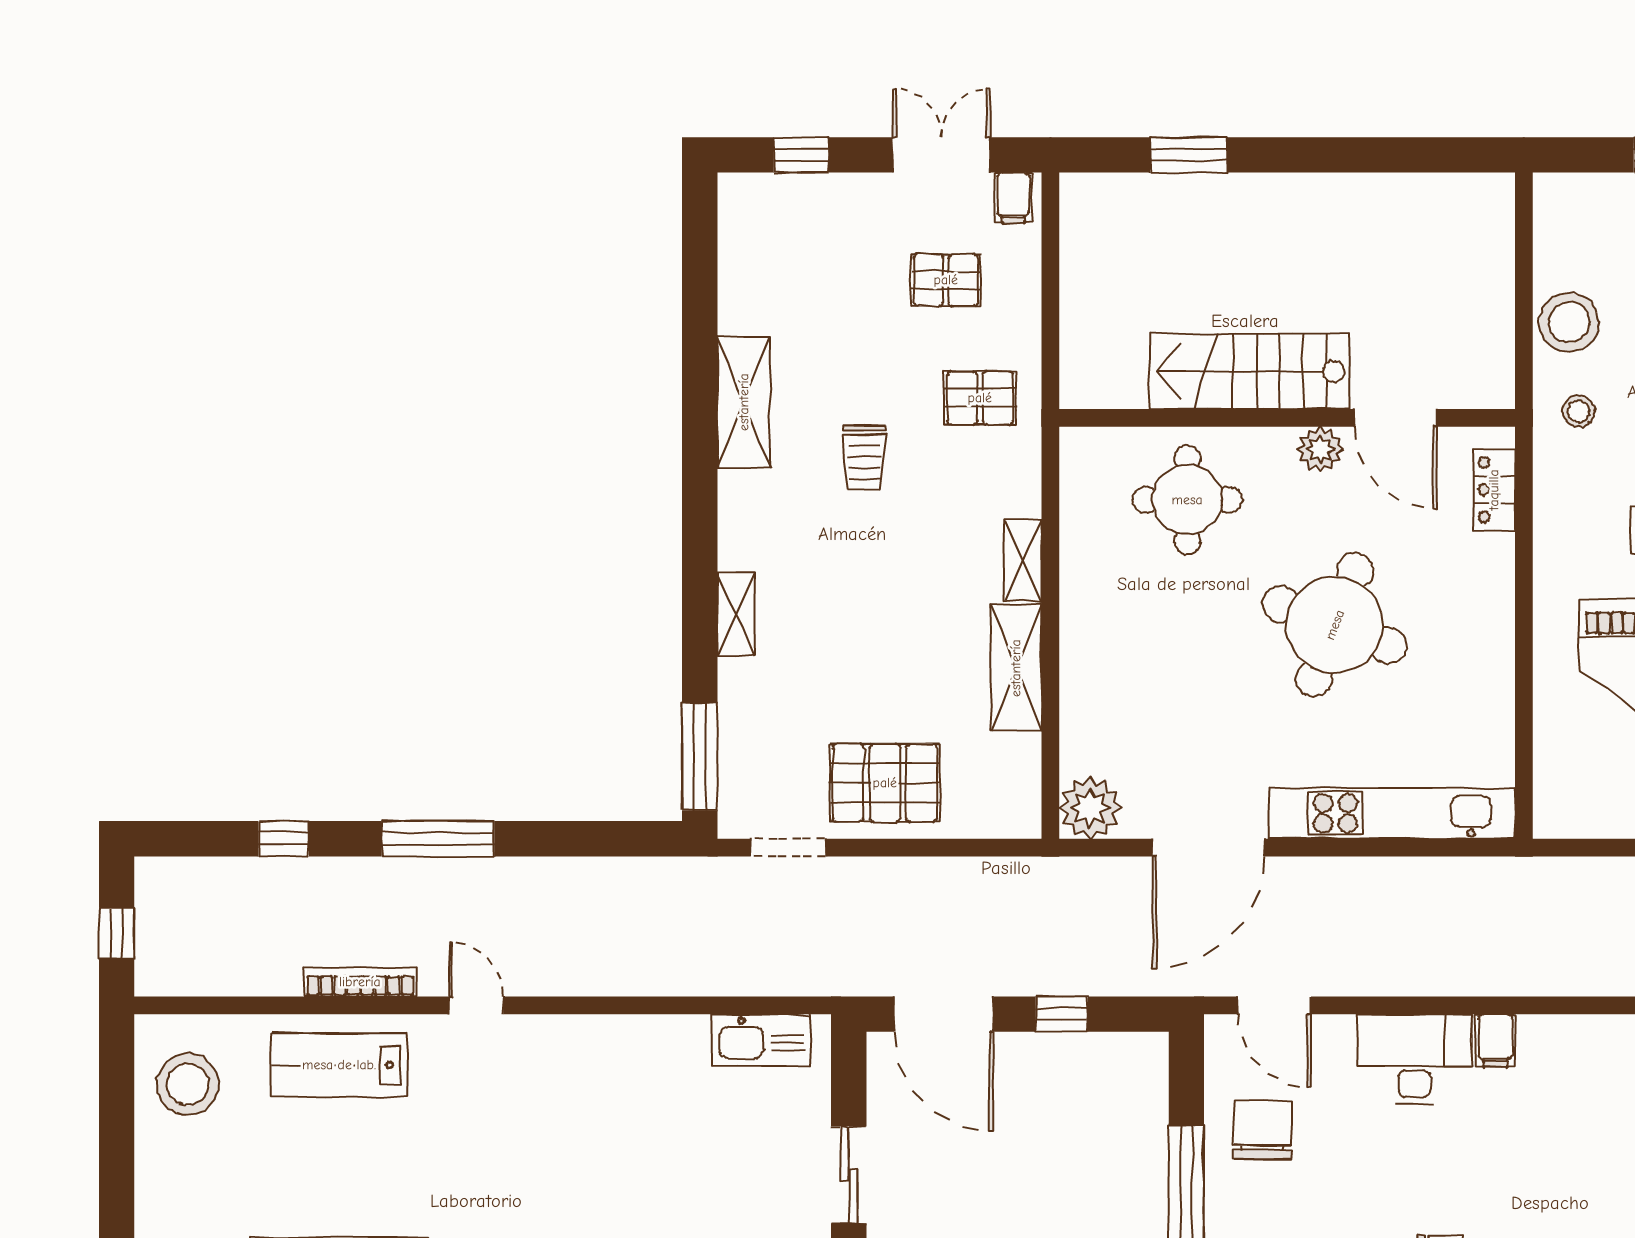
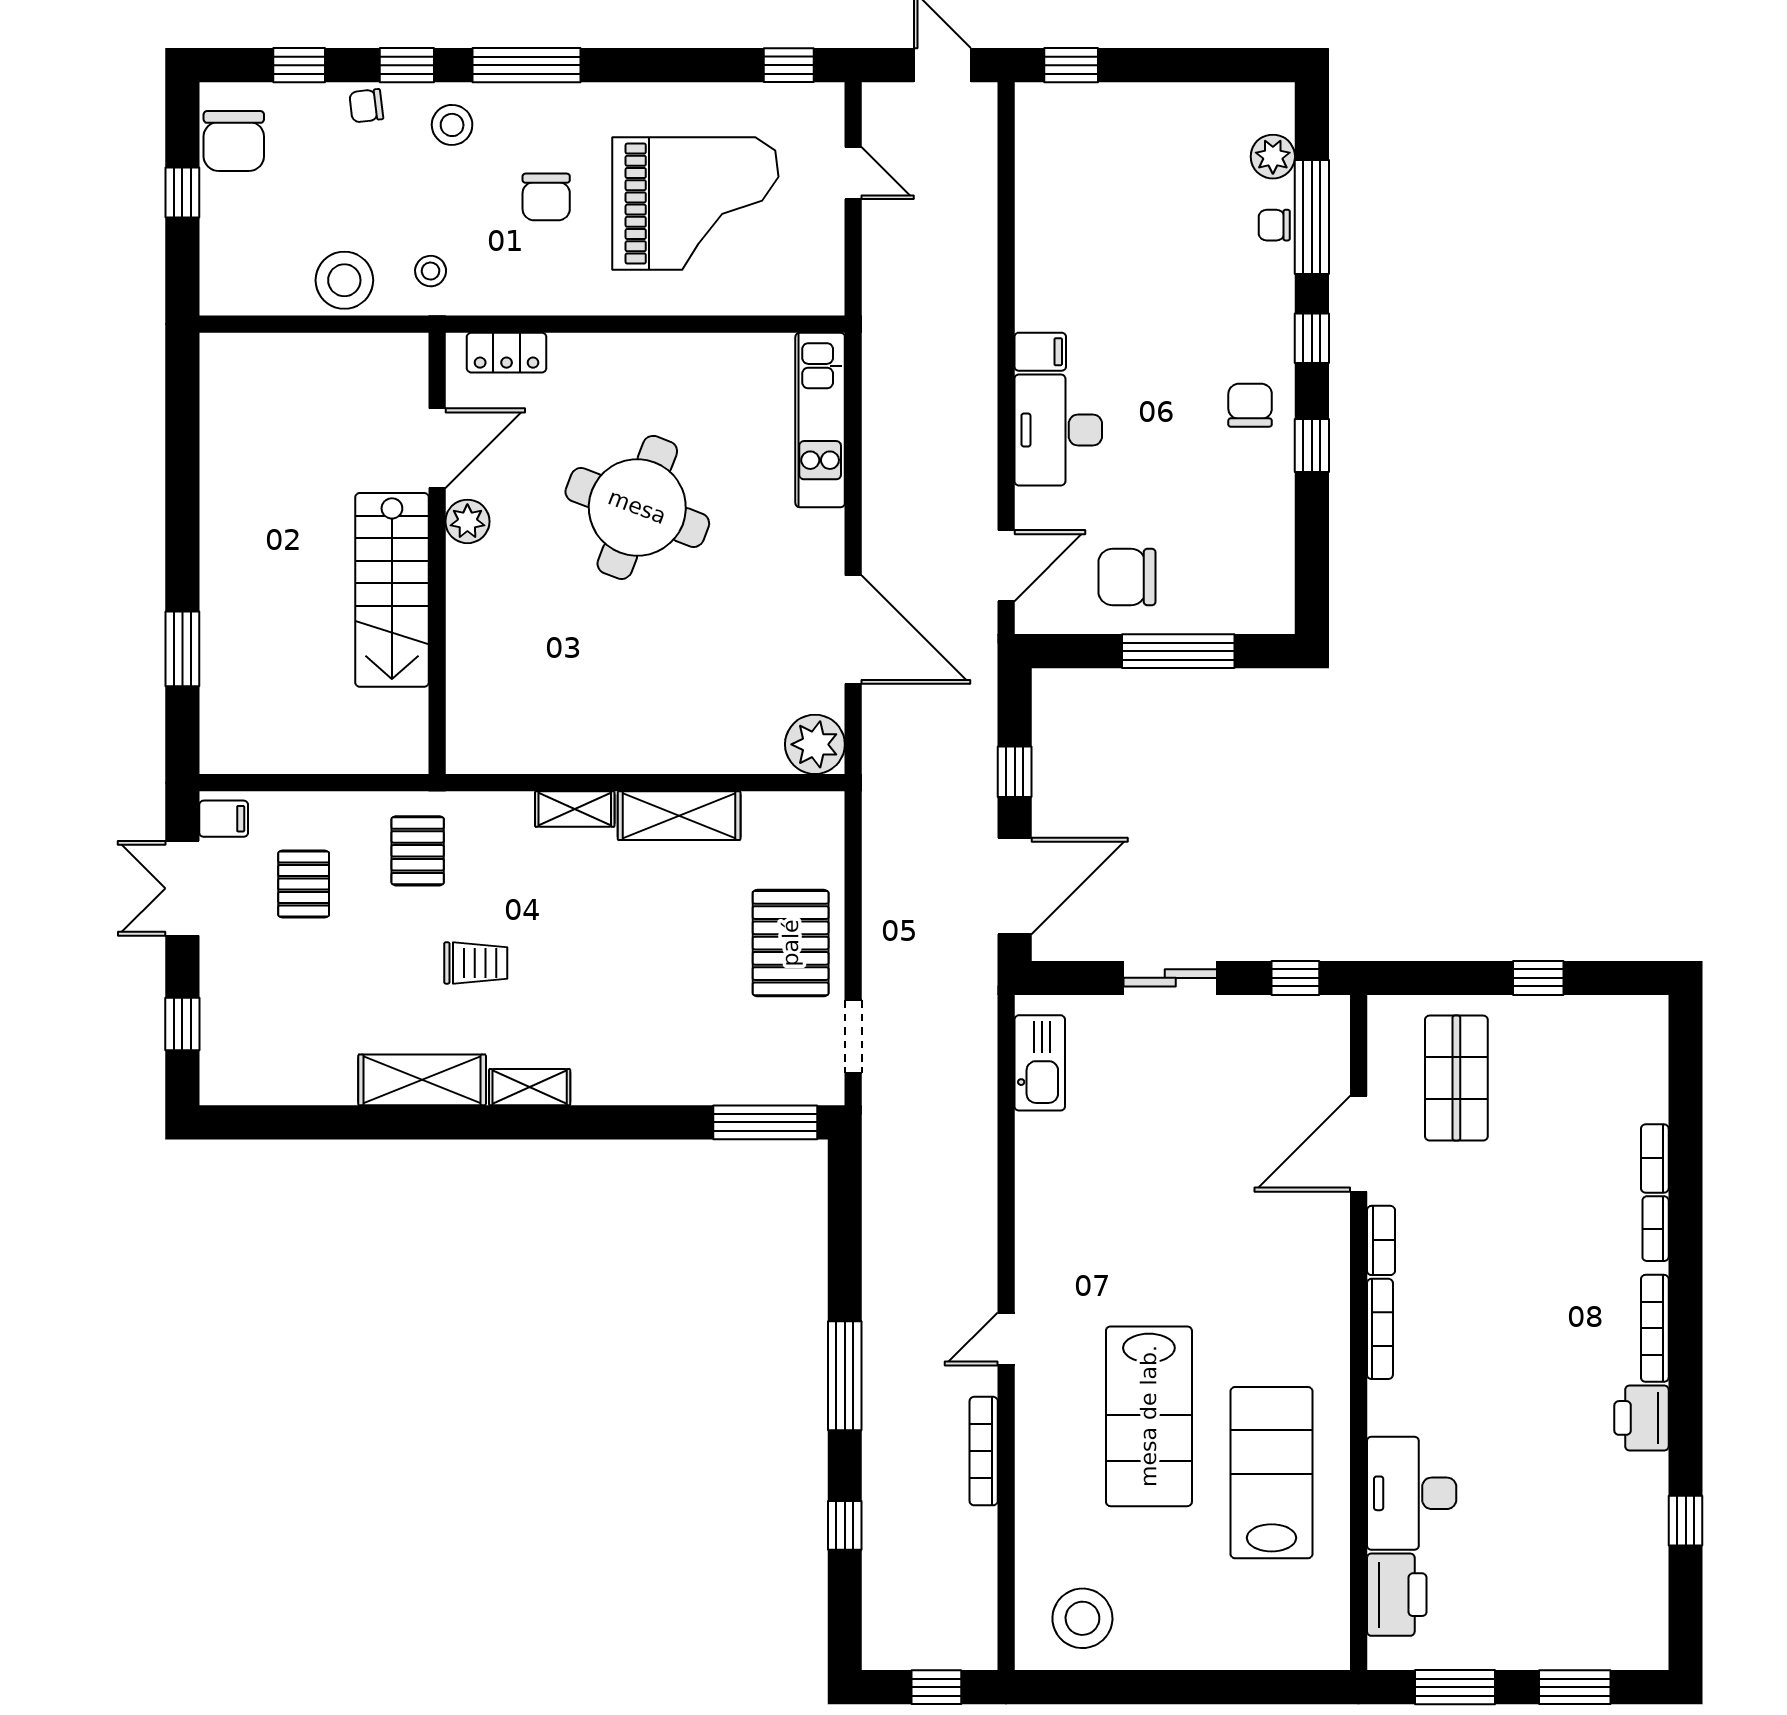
round table: (1187, 500) -> (516, 650), removed
shelving: (736, 614) -> (530, 1087), moved
kitchen unit: (1392, 813) -> (820, 420), width x0.73
lab bench: (339, 1065) -> (1149, 1416), moved, width x1.36, depth x1.39

